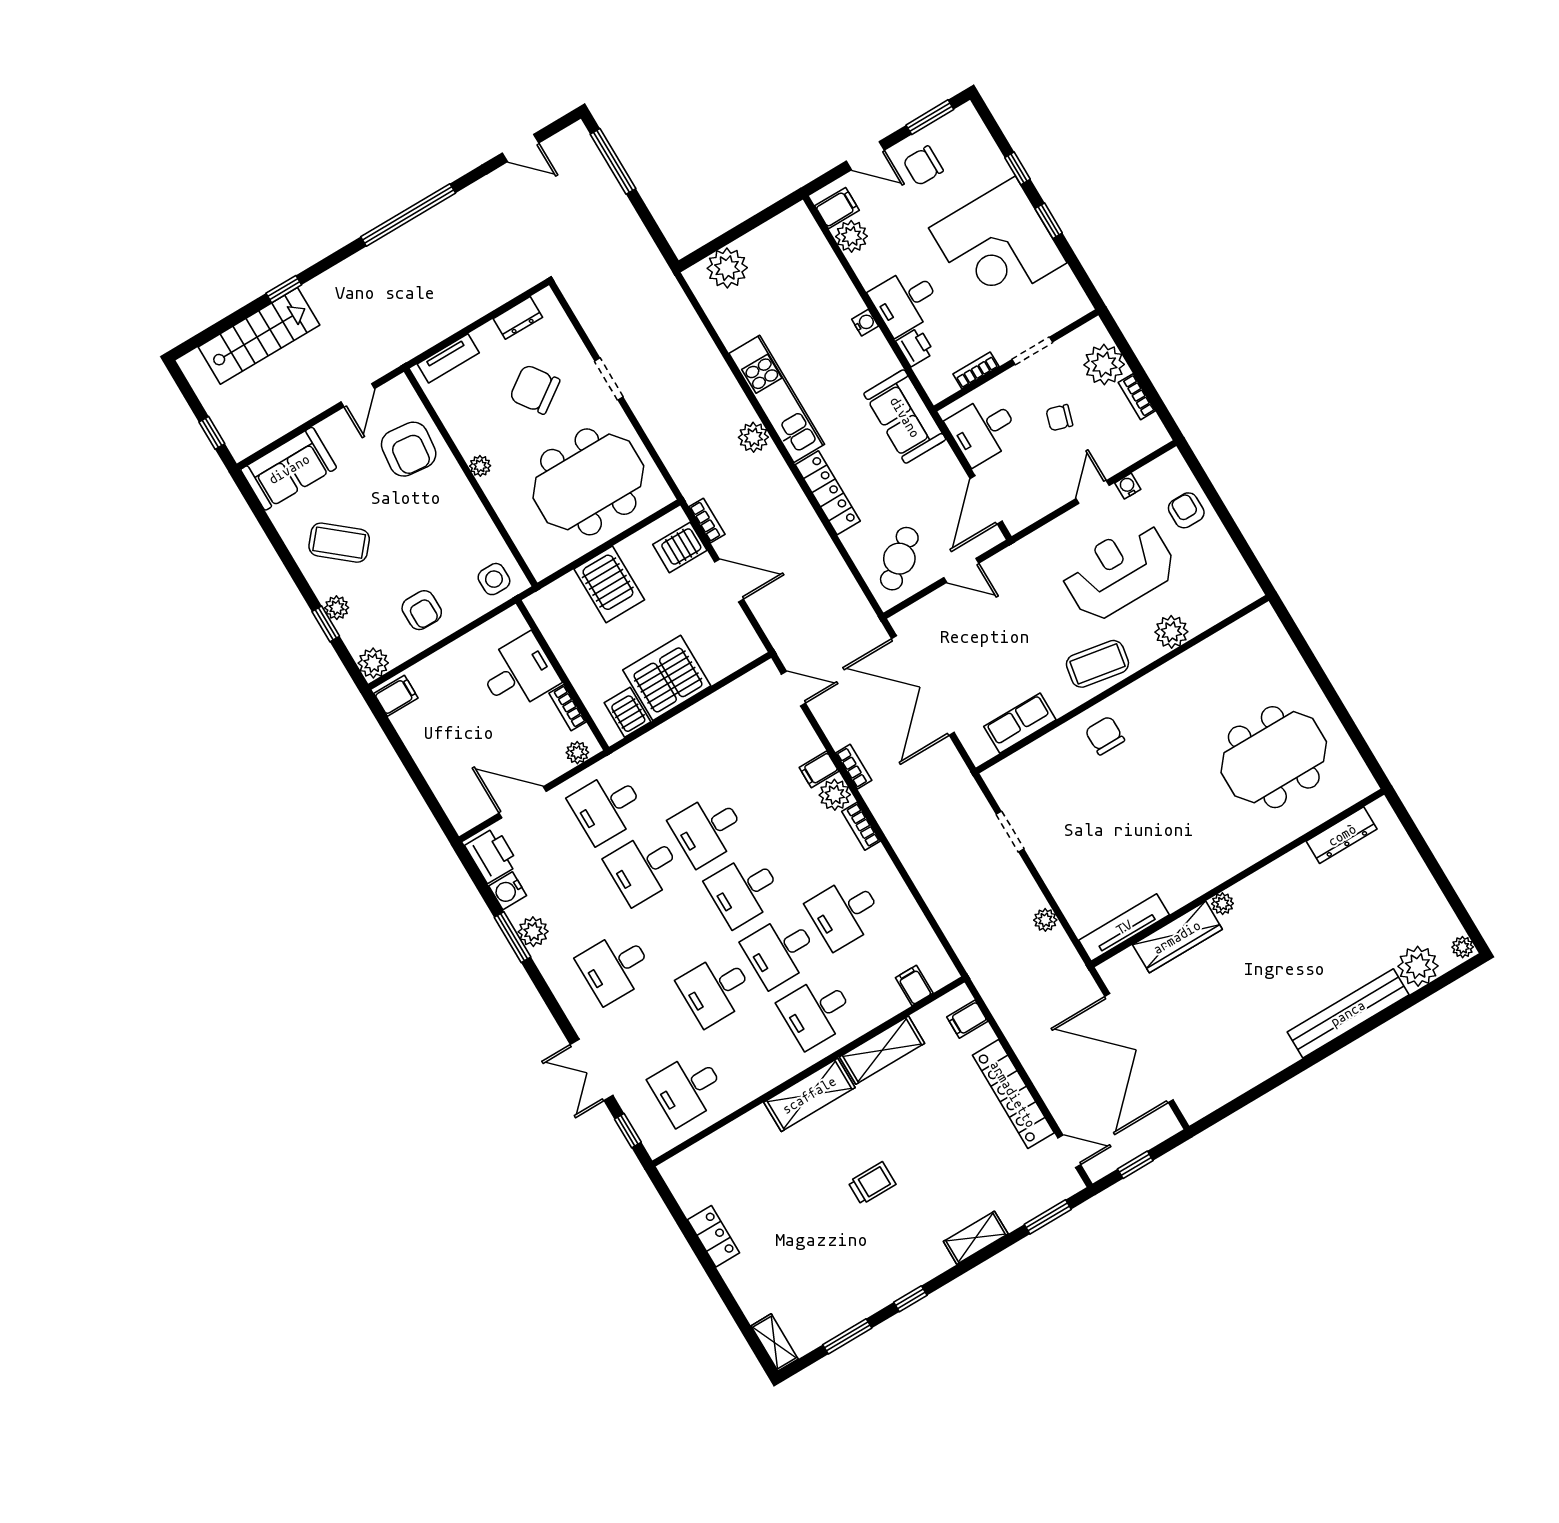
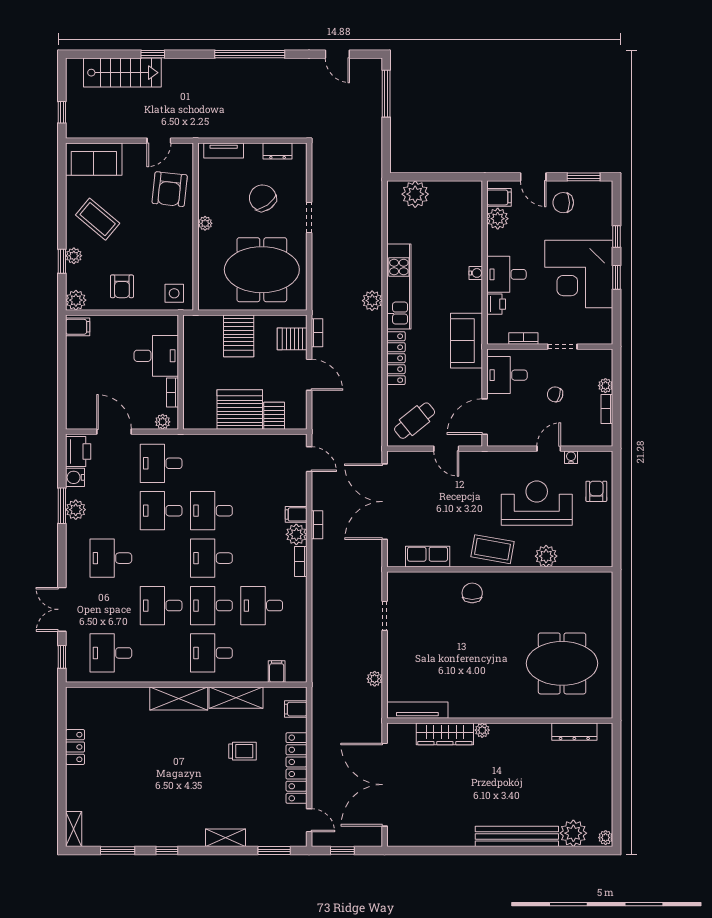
plant: (1104, 365) -> (605, 386), width x0.53, depth x0.53
server rack: (627, 712) -> (274, 416), moved
trolley: (872, 1183) -> (242, 751), moved

